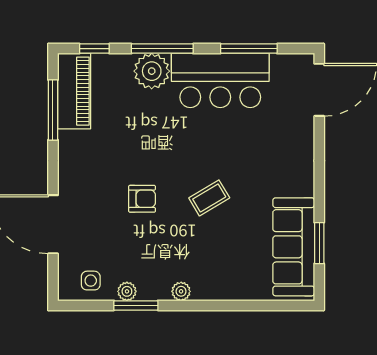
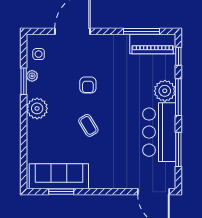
plant: (181, 291) -> (37, 108), width x1.87, depth x1.87

